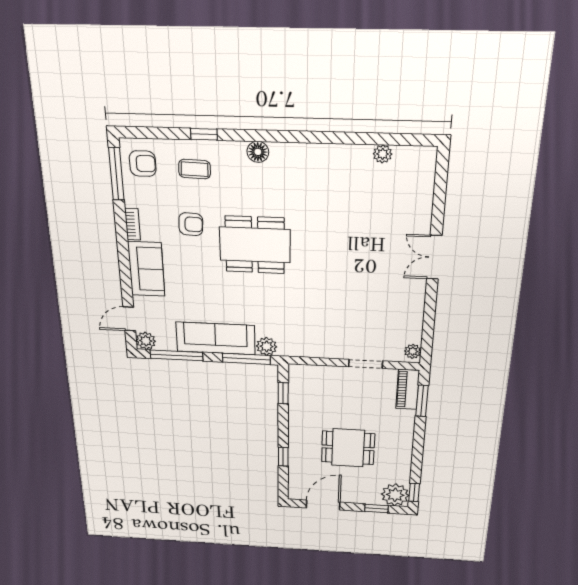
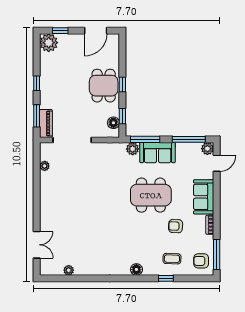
dining table: (255, 245) -> (151, 195), moved
double door: (434, 257) -> (37, 245), moved
sofa: (215, 338) -> (158, 153), width x0.73
plant: (413, 351) -> (45, 166), moved
doorway: (366, 364) -> (72, 140), width x1.87
floor lamp: (298, 385) -> (113, 123), added
dining table: (348, 448) -> (104, 86), moved, turned 90
window: (283, 457) -> (122, 85), moved
window: (414, 492) -> (37, 83), moved

